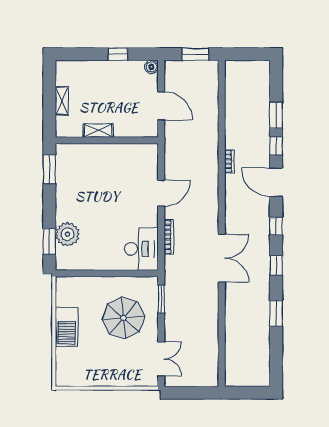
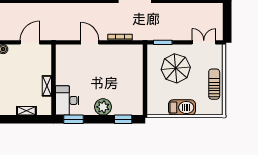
plant: (67, 234) -> (103, 107), moved
desk: (141, 249) -> (67, 100), moved, turned -90
sun lounger: (101, 374) -> (214, 84), added

